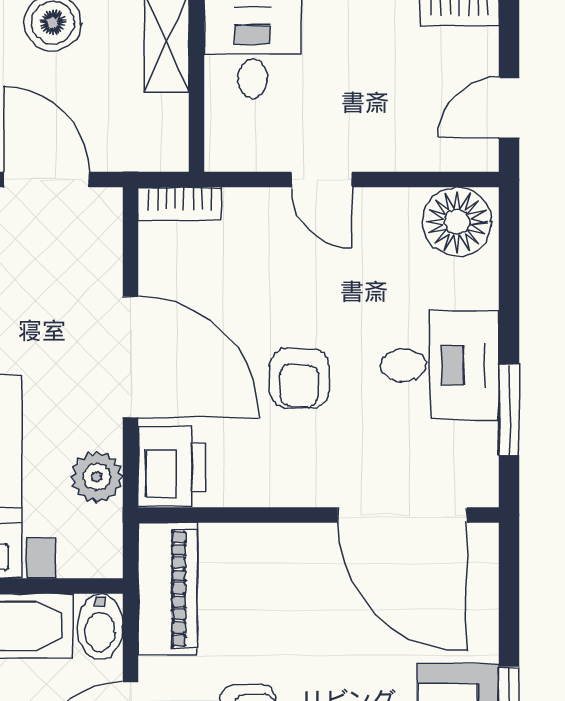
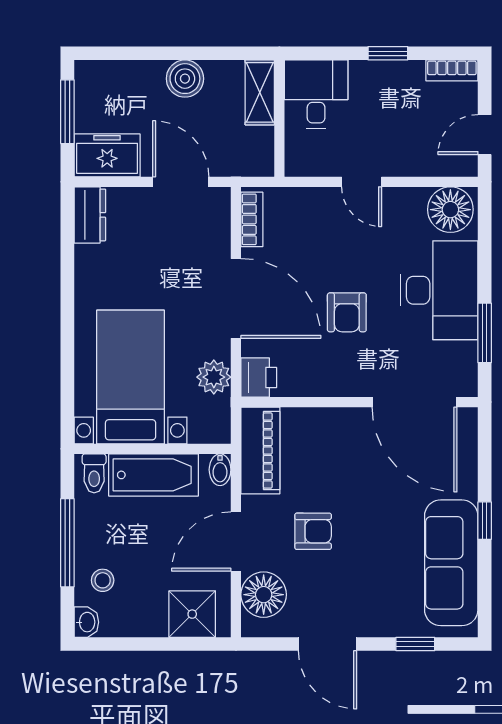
bookcase: (180, 204) -> (252, 219), moved, turned -90
desk: (440, 365) -> (439, 290), width x1.37
printer: (172, 467) -> (259, 377), width x0.73, depth x0.81
bidet: (100, 627) -> (220, 470), width x0.72, depth x0.74

